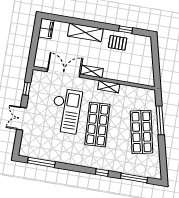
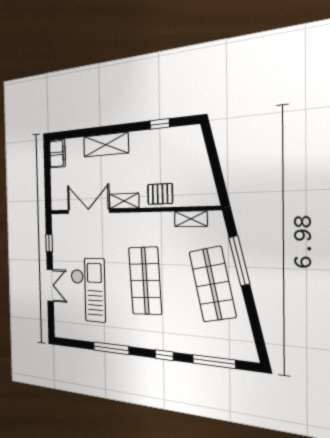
pallet: (118, 43) -> (160, 194), moved
shelving: (109, 87) -> (191, 219), moved
checkout: (66, 111) -> (88, 290), moved
double door: (22, 119) -> (50, 285), swing flipped
window: (41, 162) -> (111, 348), moved

